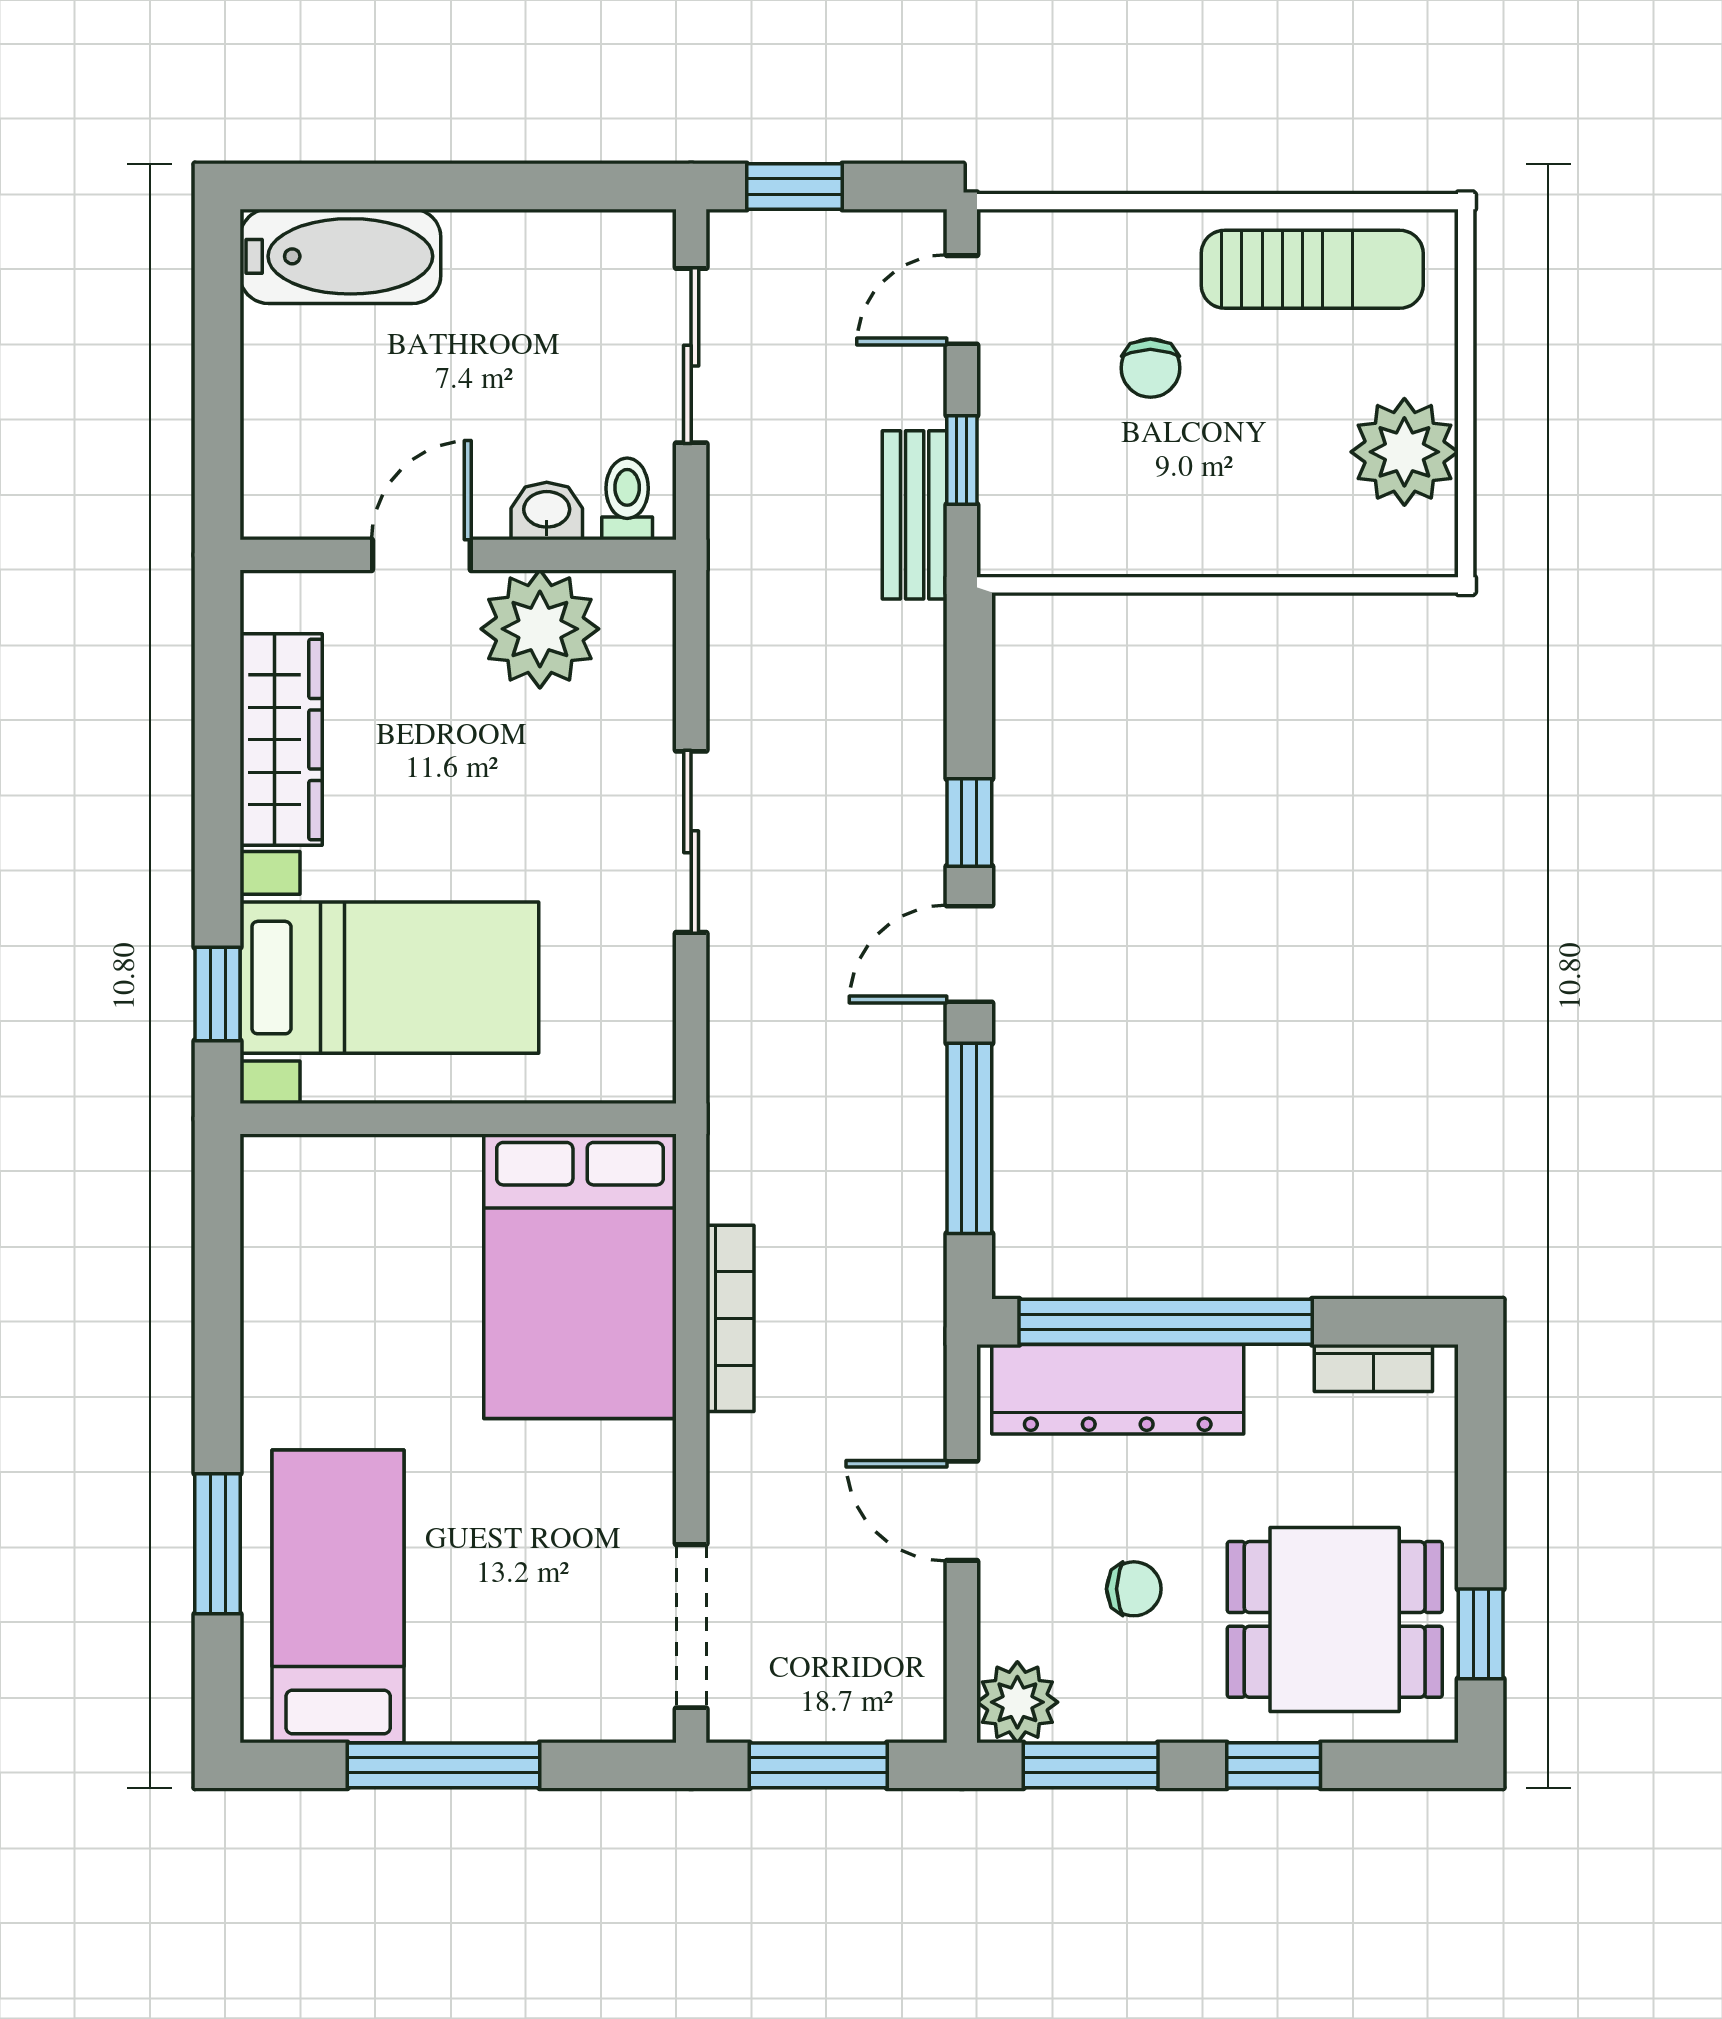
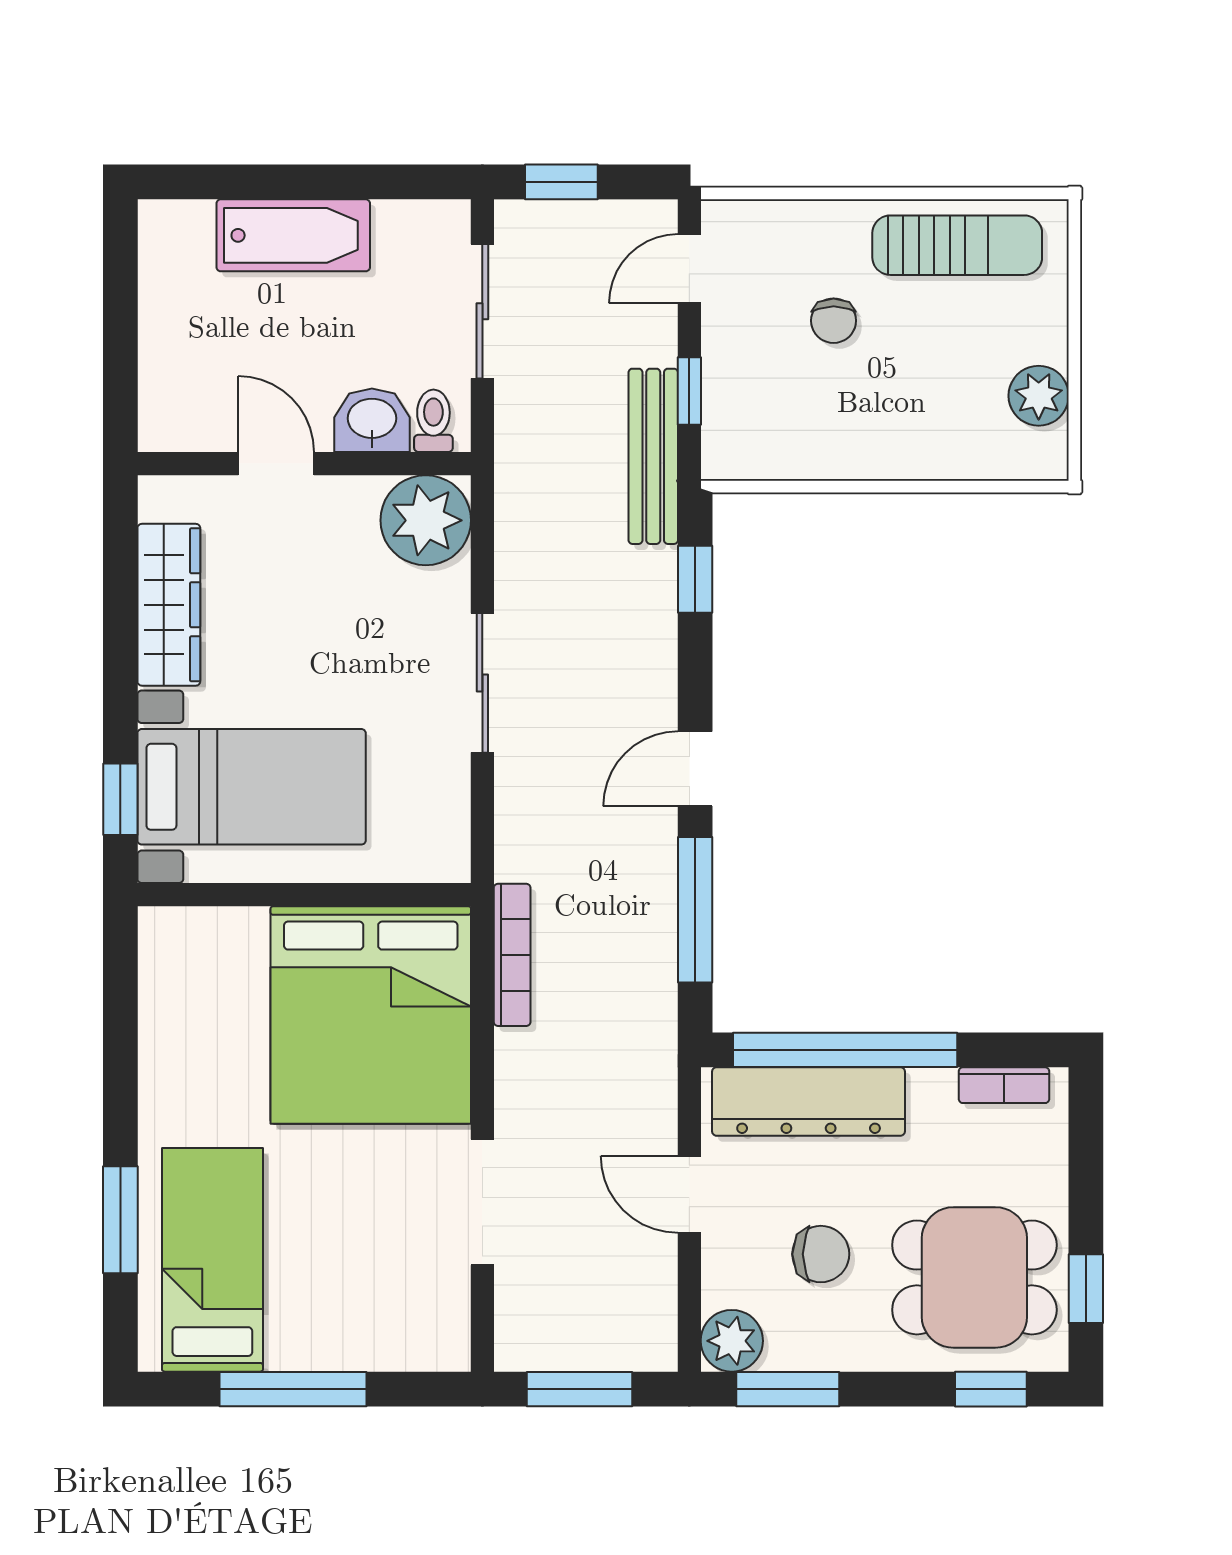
bathtub: (340, 256) -> (293, 235), moved
plant: (1404, 452) -> (1039, 396), width x0.73, depth x0.73
washbasin: (547, 511) -> (372, 420), width x1.38, depth x1.45
bench: (915, 515) -> (653, 456), width x1.36
door: (421, 555) -> (276, 464), hinge flipped
plant: (540, 629) -> (426, 520), moved
window: (969, 822) -> (695, 579), moved
bed: (580, 1276) -> (371, 1015), width x1.36
bookcase: (730, 1318) -> (512, 955), moved
chair: (1134, 1589) -> (821, 1254), width x1.37, depth x1.37
doorway: (691, 1626) -> (482, 1202), moved
window: (1274, 1765) -> (991, 1389), moved

